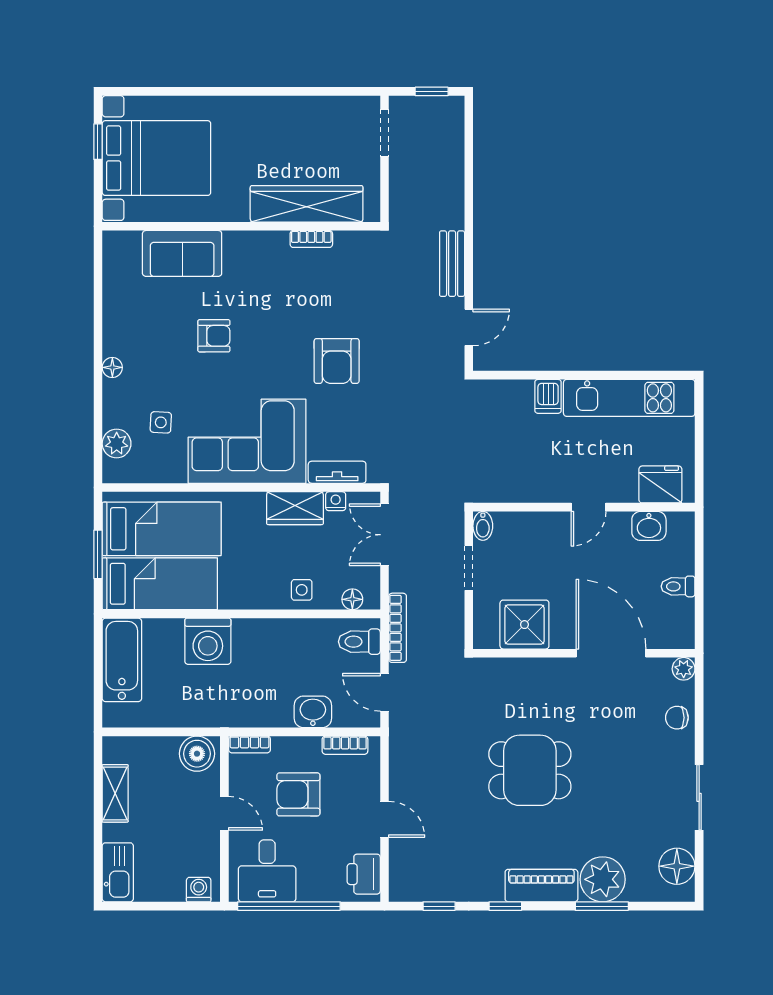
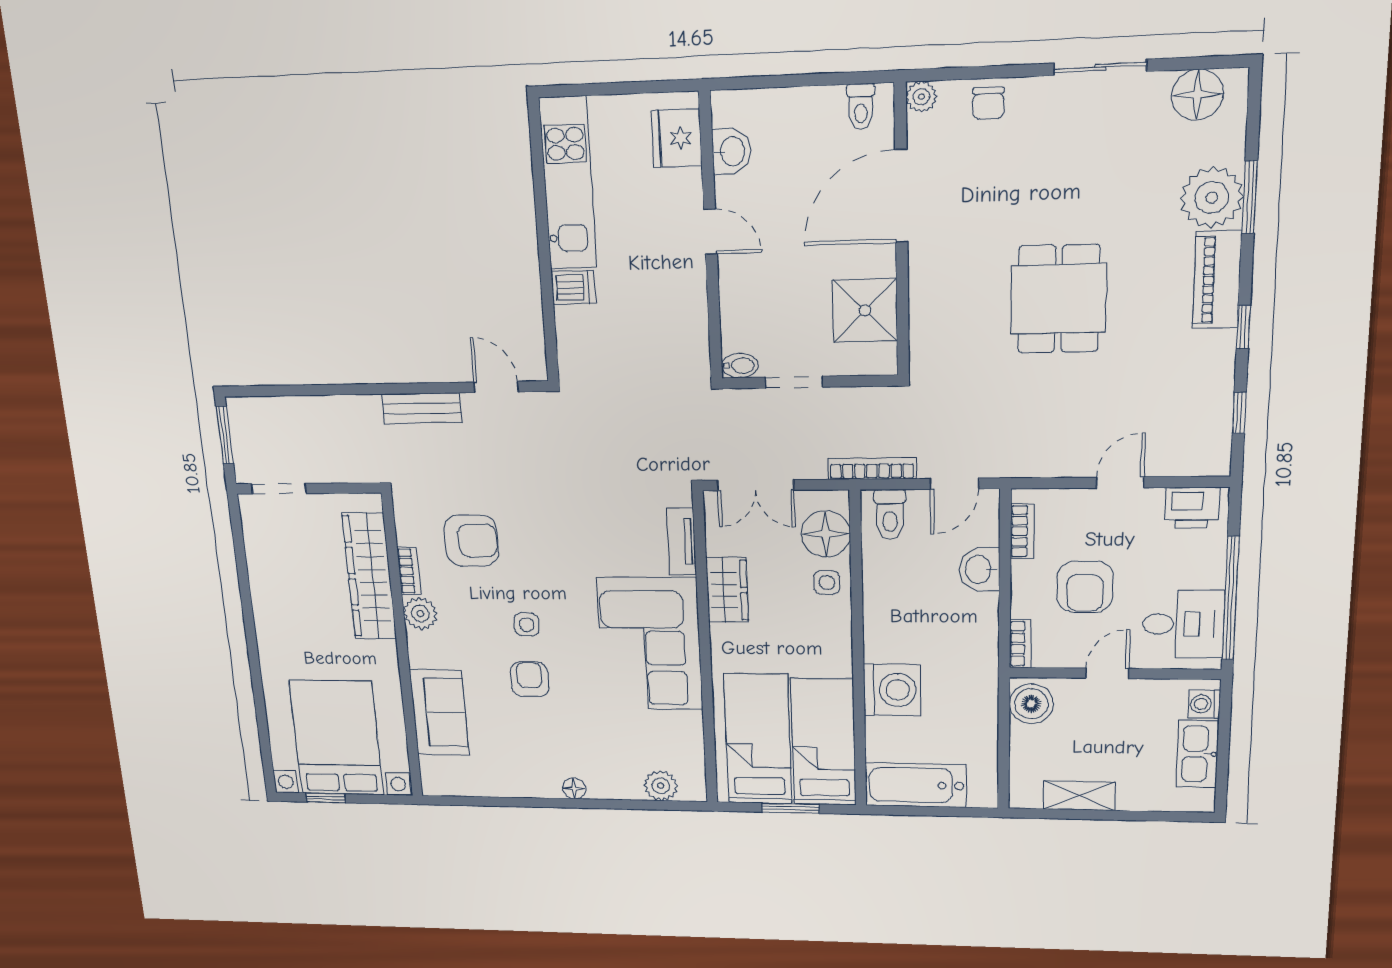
window: (432, 91) -> (225, 435), width x1.50
plant: (273, 245) -> (420, 614), added
armchair: (337, 361) -> (471, 541), moved
side table: (161, 422) -> (527, 625), moved
nightstand: (336, 501) -> (717, 543), removed
toilet: (678, 586) -> (861, 107), moved
floor lamp: (352, 599) -> (826, 534), width x1.89, depth x1.89
kitchen sink: (118, 872) -> (1198, 754), moved, turned -90

